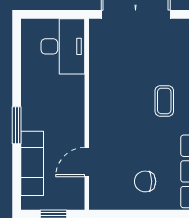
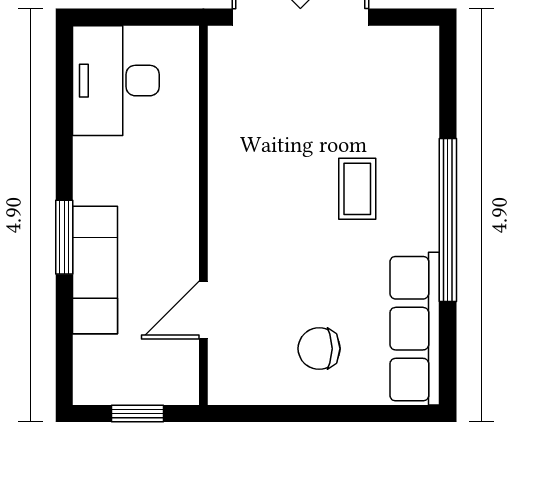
desk: (63, 46) -> (116, 81), moved, turned 180
exam couch: (32, 163) -> (95, 270), moved

